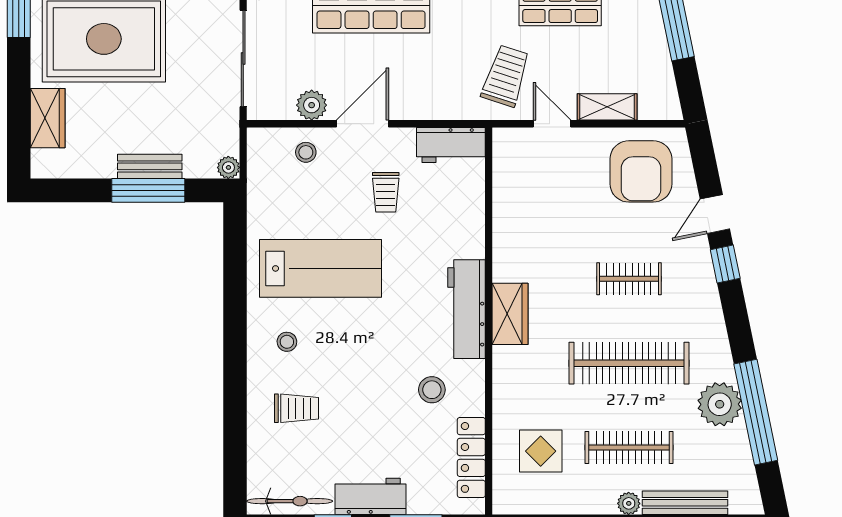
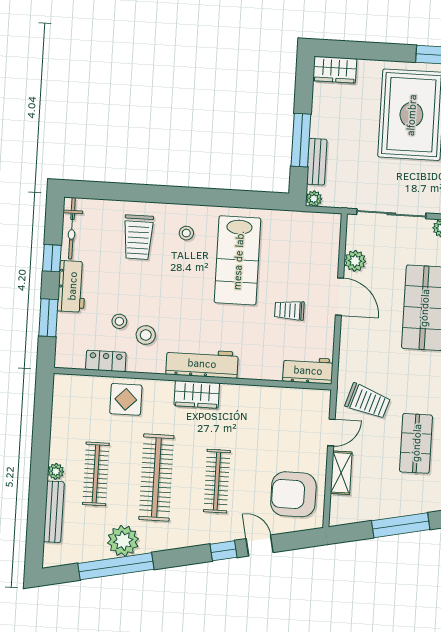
wardrobe: (48, 118) -> (335, 70), moved
workbench: (451, 145) -> (308, 370), moved, turned 90
stool: (306, 152) -> (119, 321), moved
bench: (150, 166) -> (317, 162), moved
clothes rail: (629, 279) -> (217, 481), width x1.36
trolley: (296, 408) -> (138, 237), width x1.36, depth x1.39
display table: (541, 451) -> (126, 399), moved
locker: (471, 457) -> (106, 361), width x0.66

